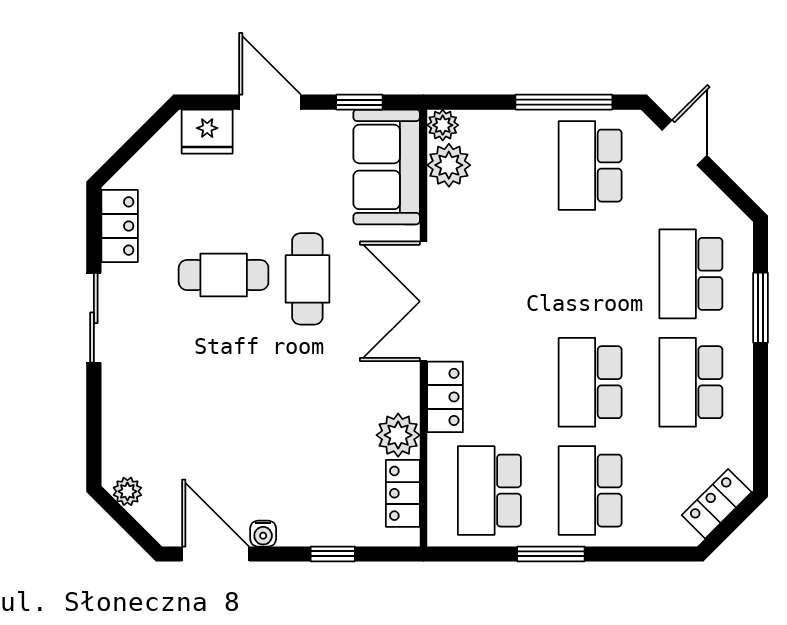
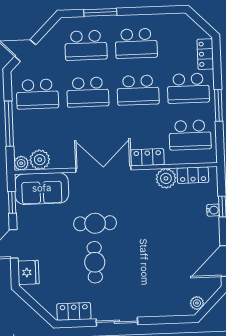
window: (564, 102) -> (9, 124), moved
school desk: (590, 274) -> (88, 92), added
double door: (423, 301) -> (103, 169), swing flipped
locker: (717, 504) -> (205, 54), moved, turned 45
water cooler: (263, 534) -> (213, 210), moved

